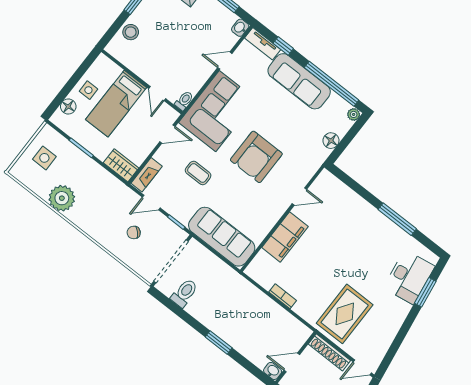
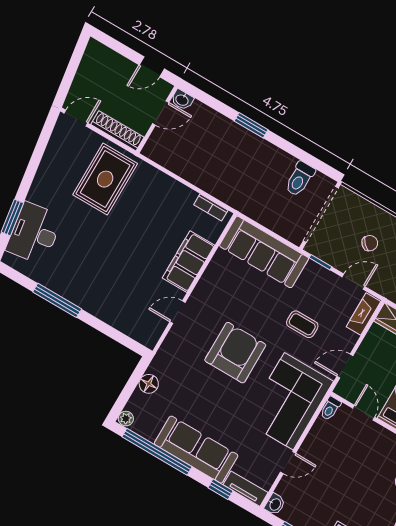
bookcase: (283, 296) -> (211, 207), moved

